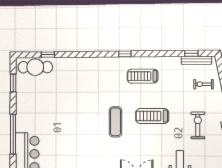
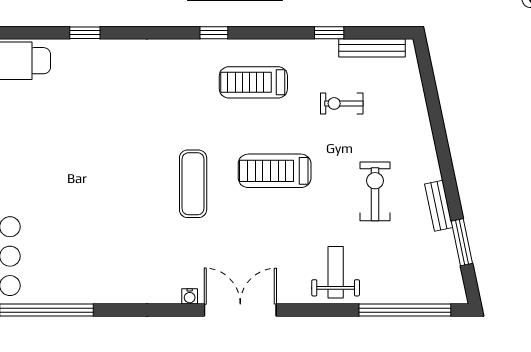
window: (191, 53) -> (329, 33), moved
window: (48, 55) -> (85, 33), moved
exercise bike: (203, 84) -> (342, 103), moved

